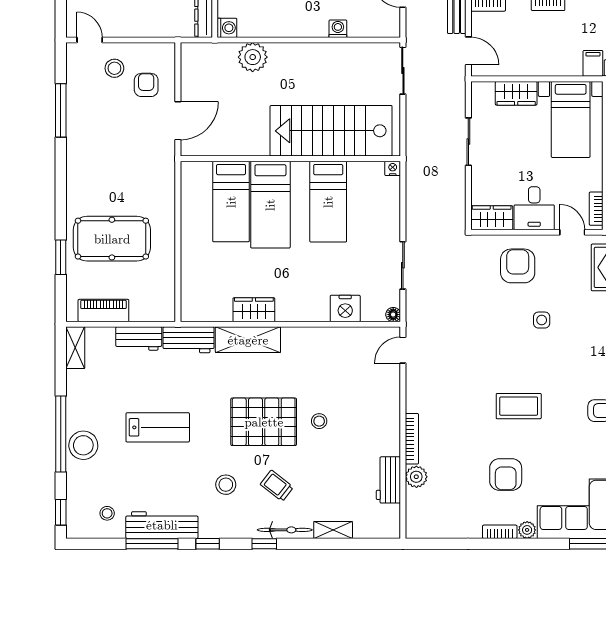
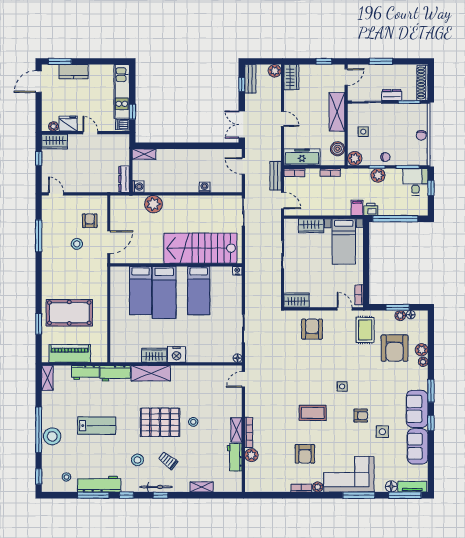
stool: (114, 68) -> (77, 244), moved
desk: (534, 208) -> (322, 295), removed
nightstand: (345, 308) -> (177, 354), moved
piano: (103, 311) -> (70, 354), width x1.37, depth x1.33
side table: (542, 320) -> (342, 386), moved
shelving: (391, 435) -> (236, 430), added
bicycle: (285, 530) -> (156, 487), moved

